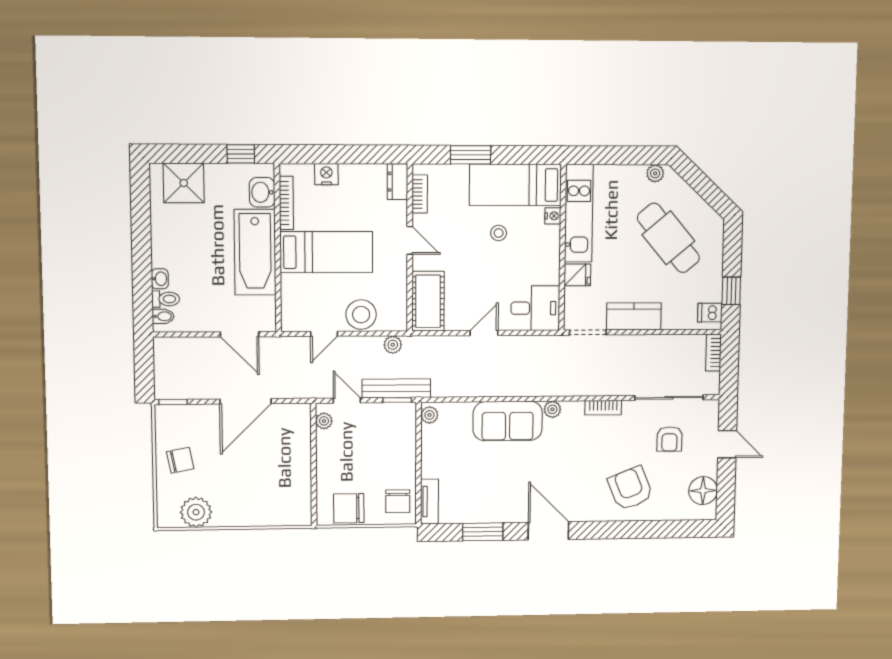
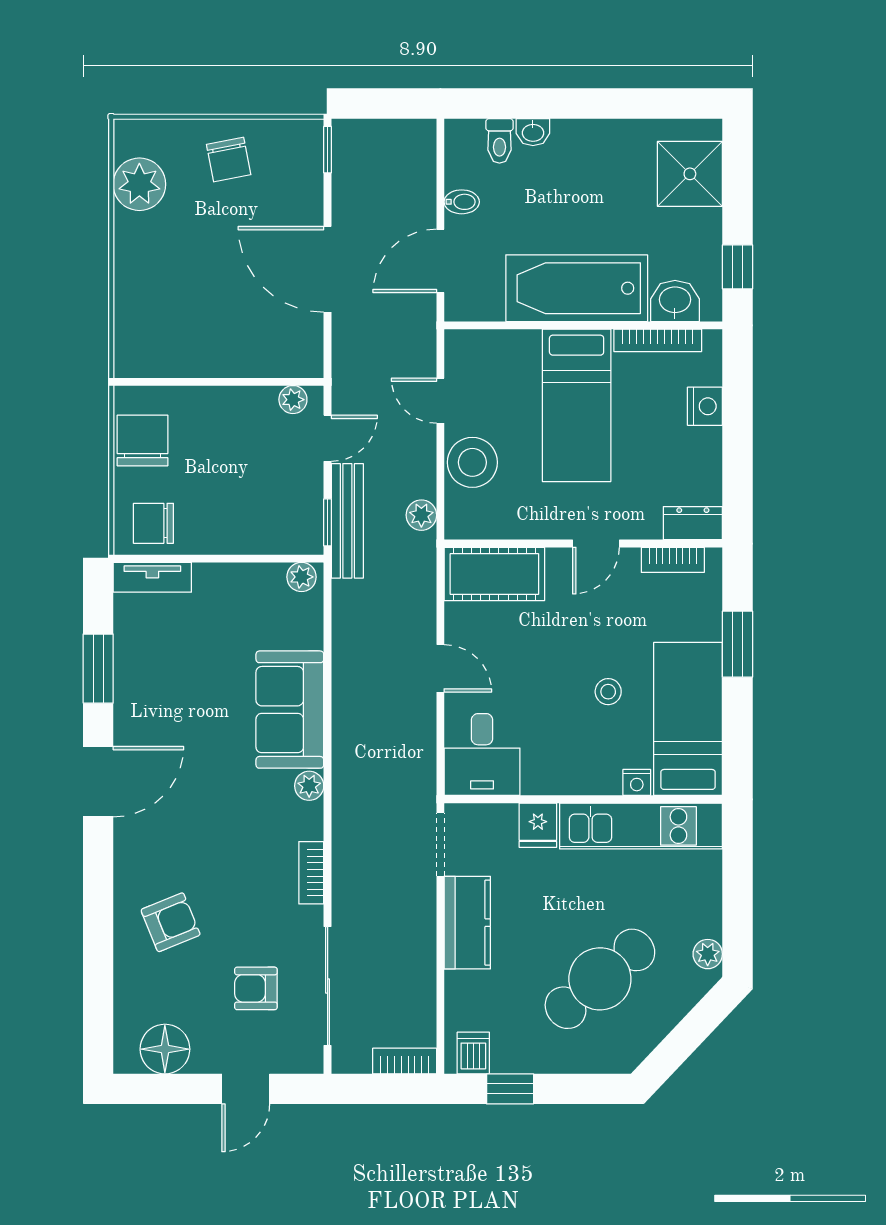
bidet: (163, 316) -> (462, 202), moved, turned -90
armchair: (630, 488) -> (171, 922), width x0.72, depth x0.72

